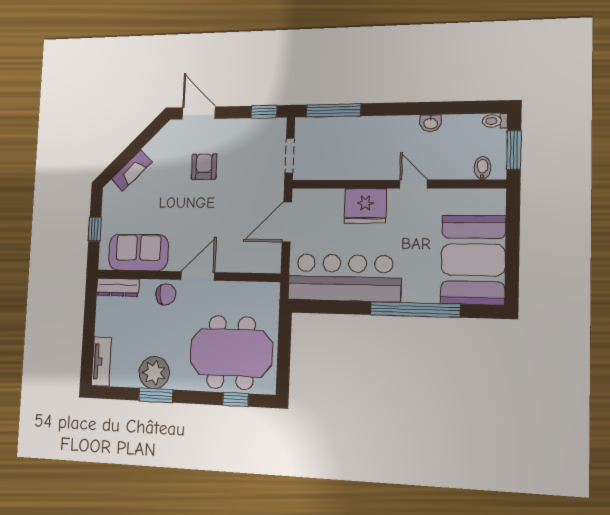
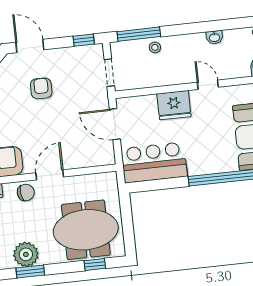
stool: (351, 129) -> (155, 47), added
door: (287, 222) -> (115, 124), hinge flipped
bar counter: (344, 278) -> (154, 162), width x0.73

